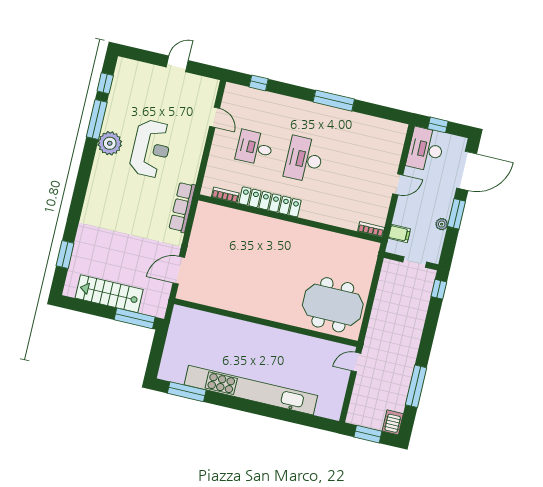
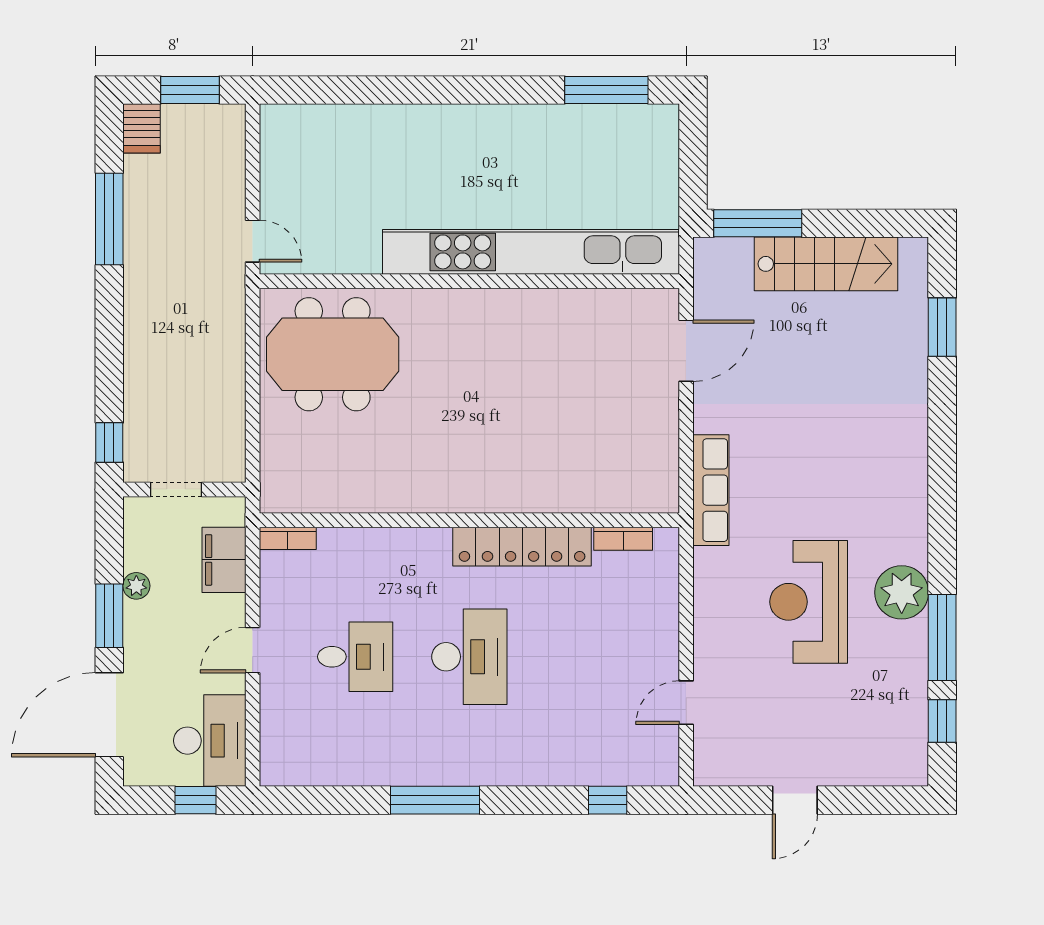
door: (215, 117) -> (686, 703), hinge flipped
desk: (255, 148) -> (355, 657), moved
filing cabinet: (399, 234) -> (224, 560), width x2.00
door: (356, 362) -> (253, 241), hinge flipped
kitchen unit: (251, 390) -> (531, 252), moved, turned 180

